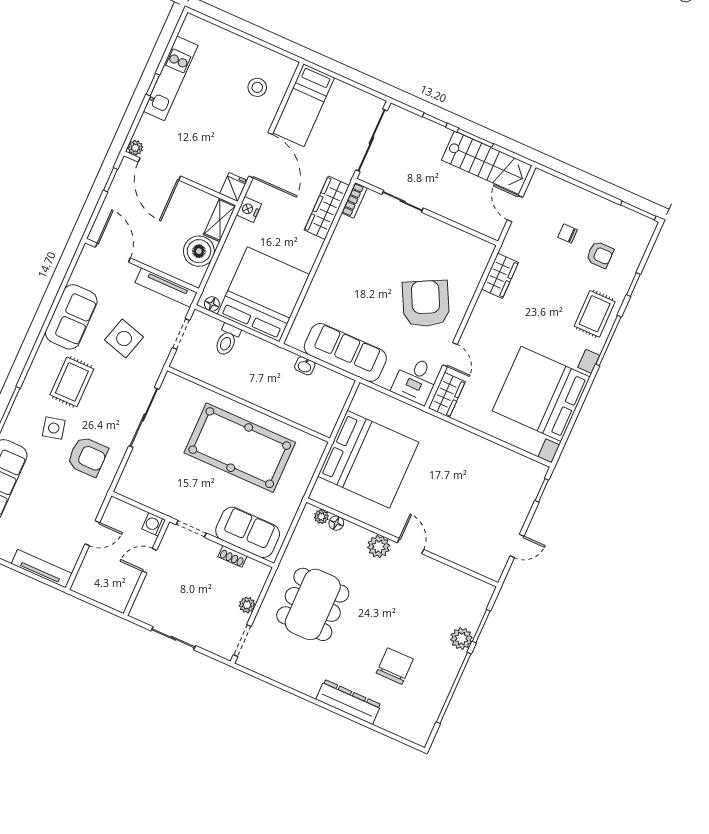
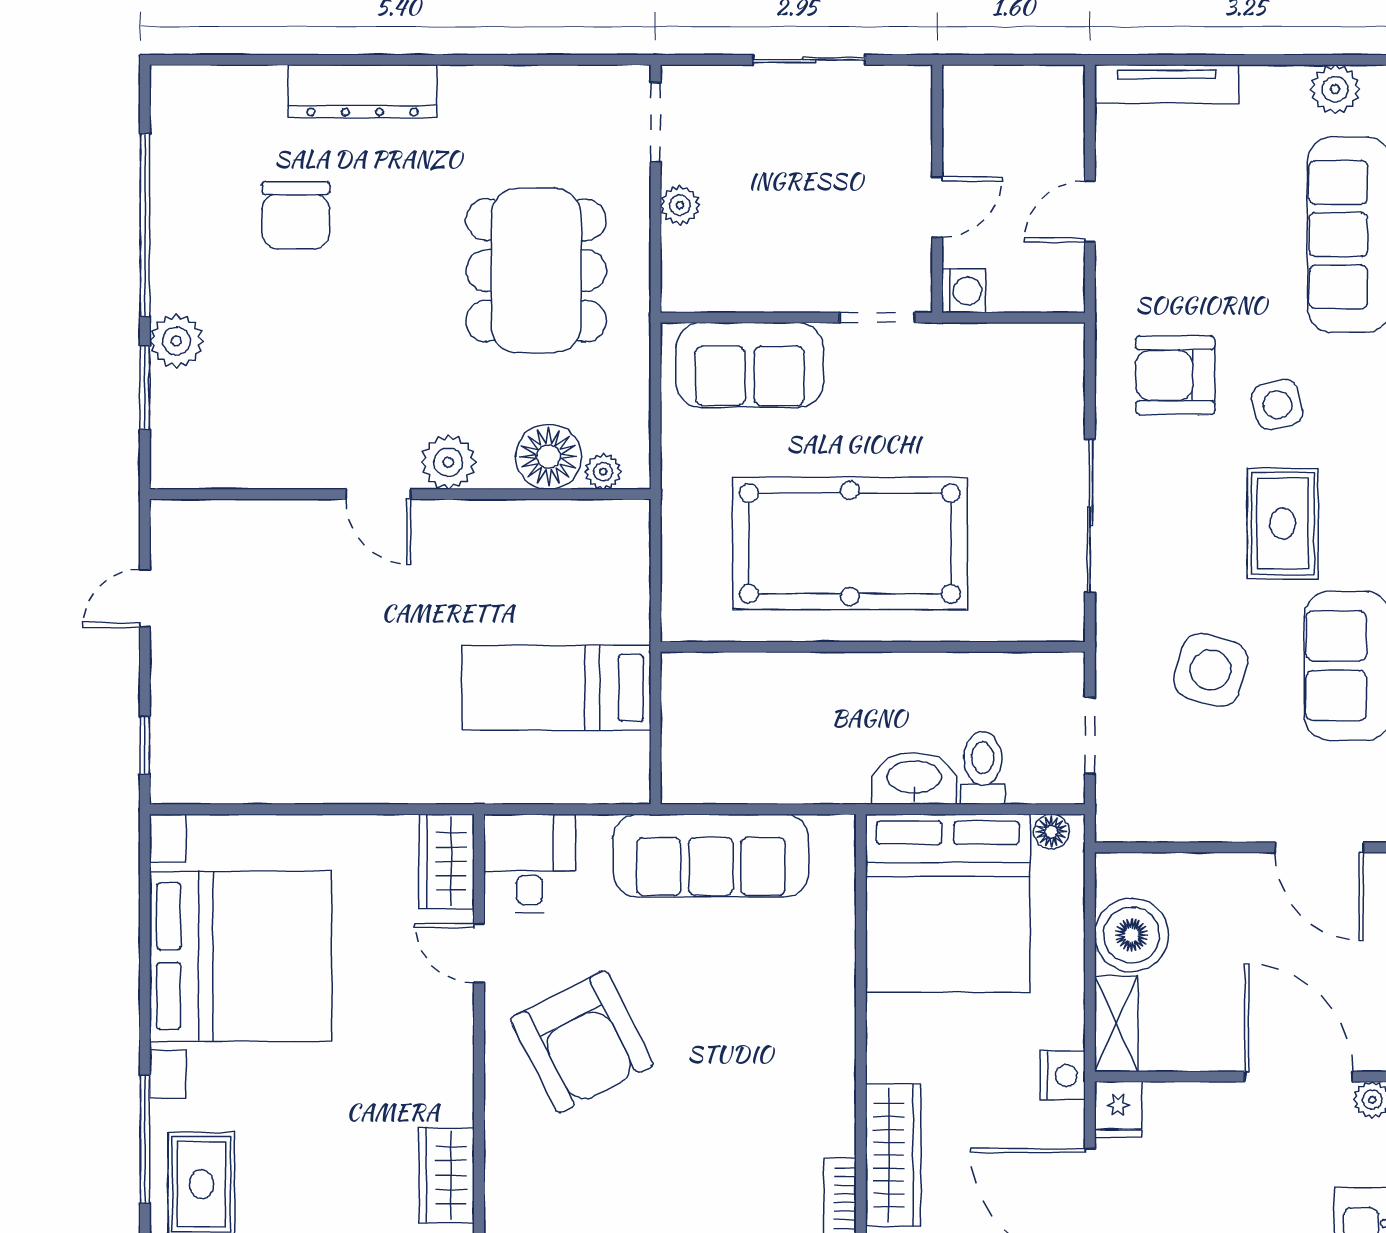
tv unit: (166, 288) -> (1168, 823), removed
washbasin: (305, 366) -> (914, 779), moved, width x1.91, depth x1.45
bed: (368, 459) -> (556, 688), width x0.49
floor lamp: (336, 523) -> (549, 457), width x1.89, depth x1.89
shoe rack: (232, 556) -> (760, 298), removed

